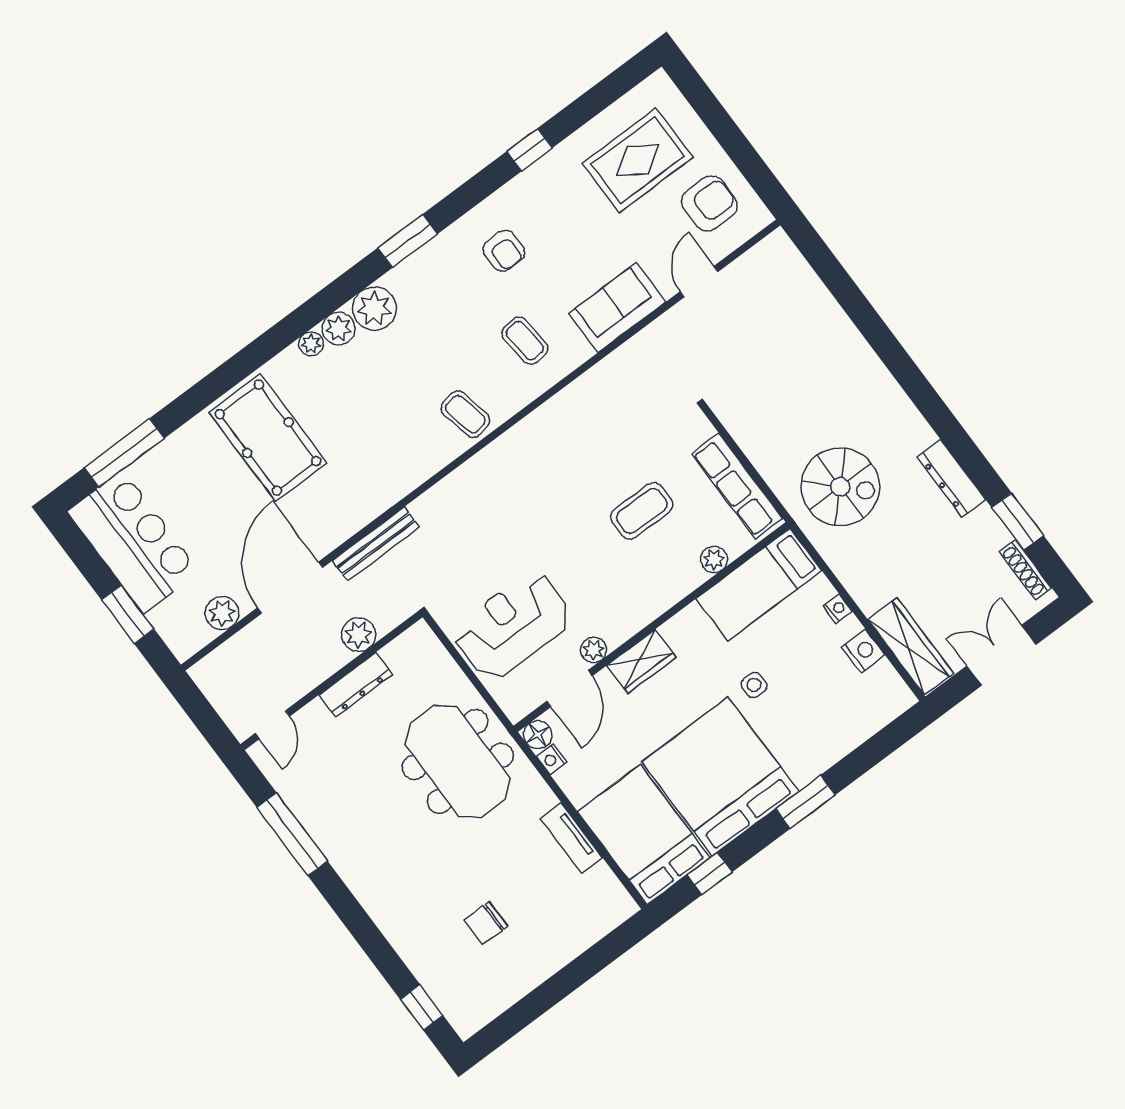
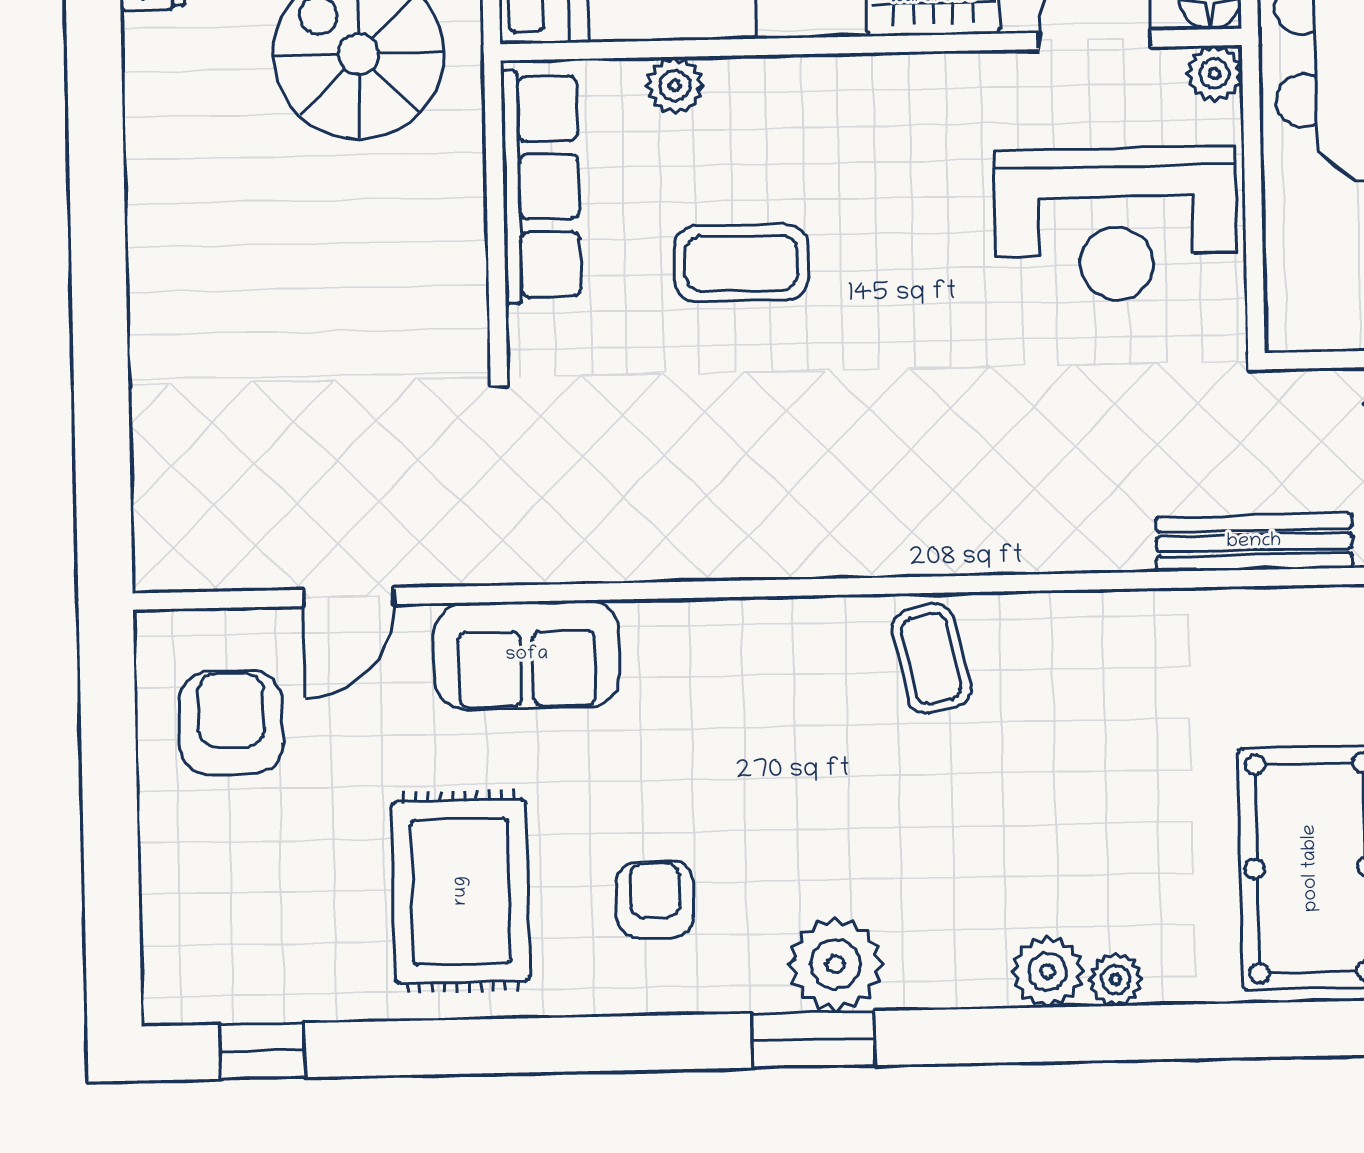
window: (530, 150) -> (263, 1051), moved
rug: (638, 160) -> (461, 891), moved, turned 90
armchair: (709, 203) -> (231, 723), turned 90
plant: (374, 308) -> (835, 964), moved
coffee table: (525, 341) -> (732, 714), removed
plant: (594, 650) -> (1215, 73), moved

